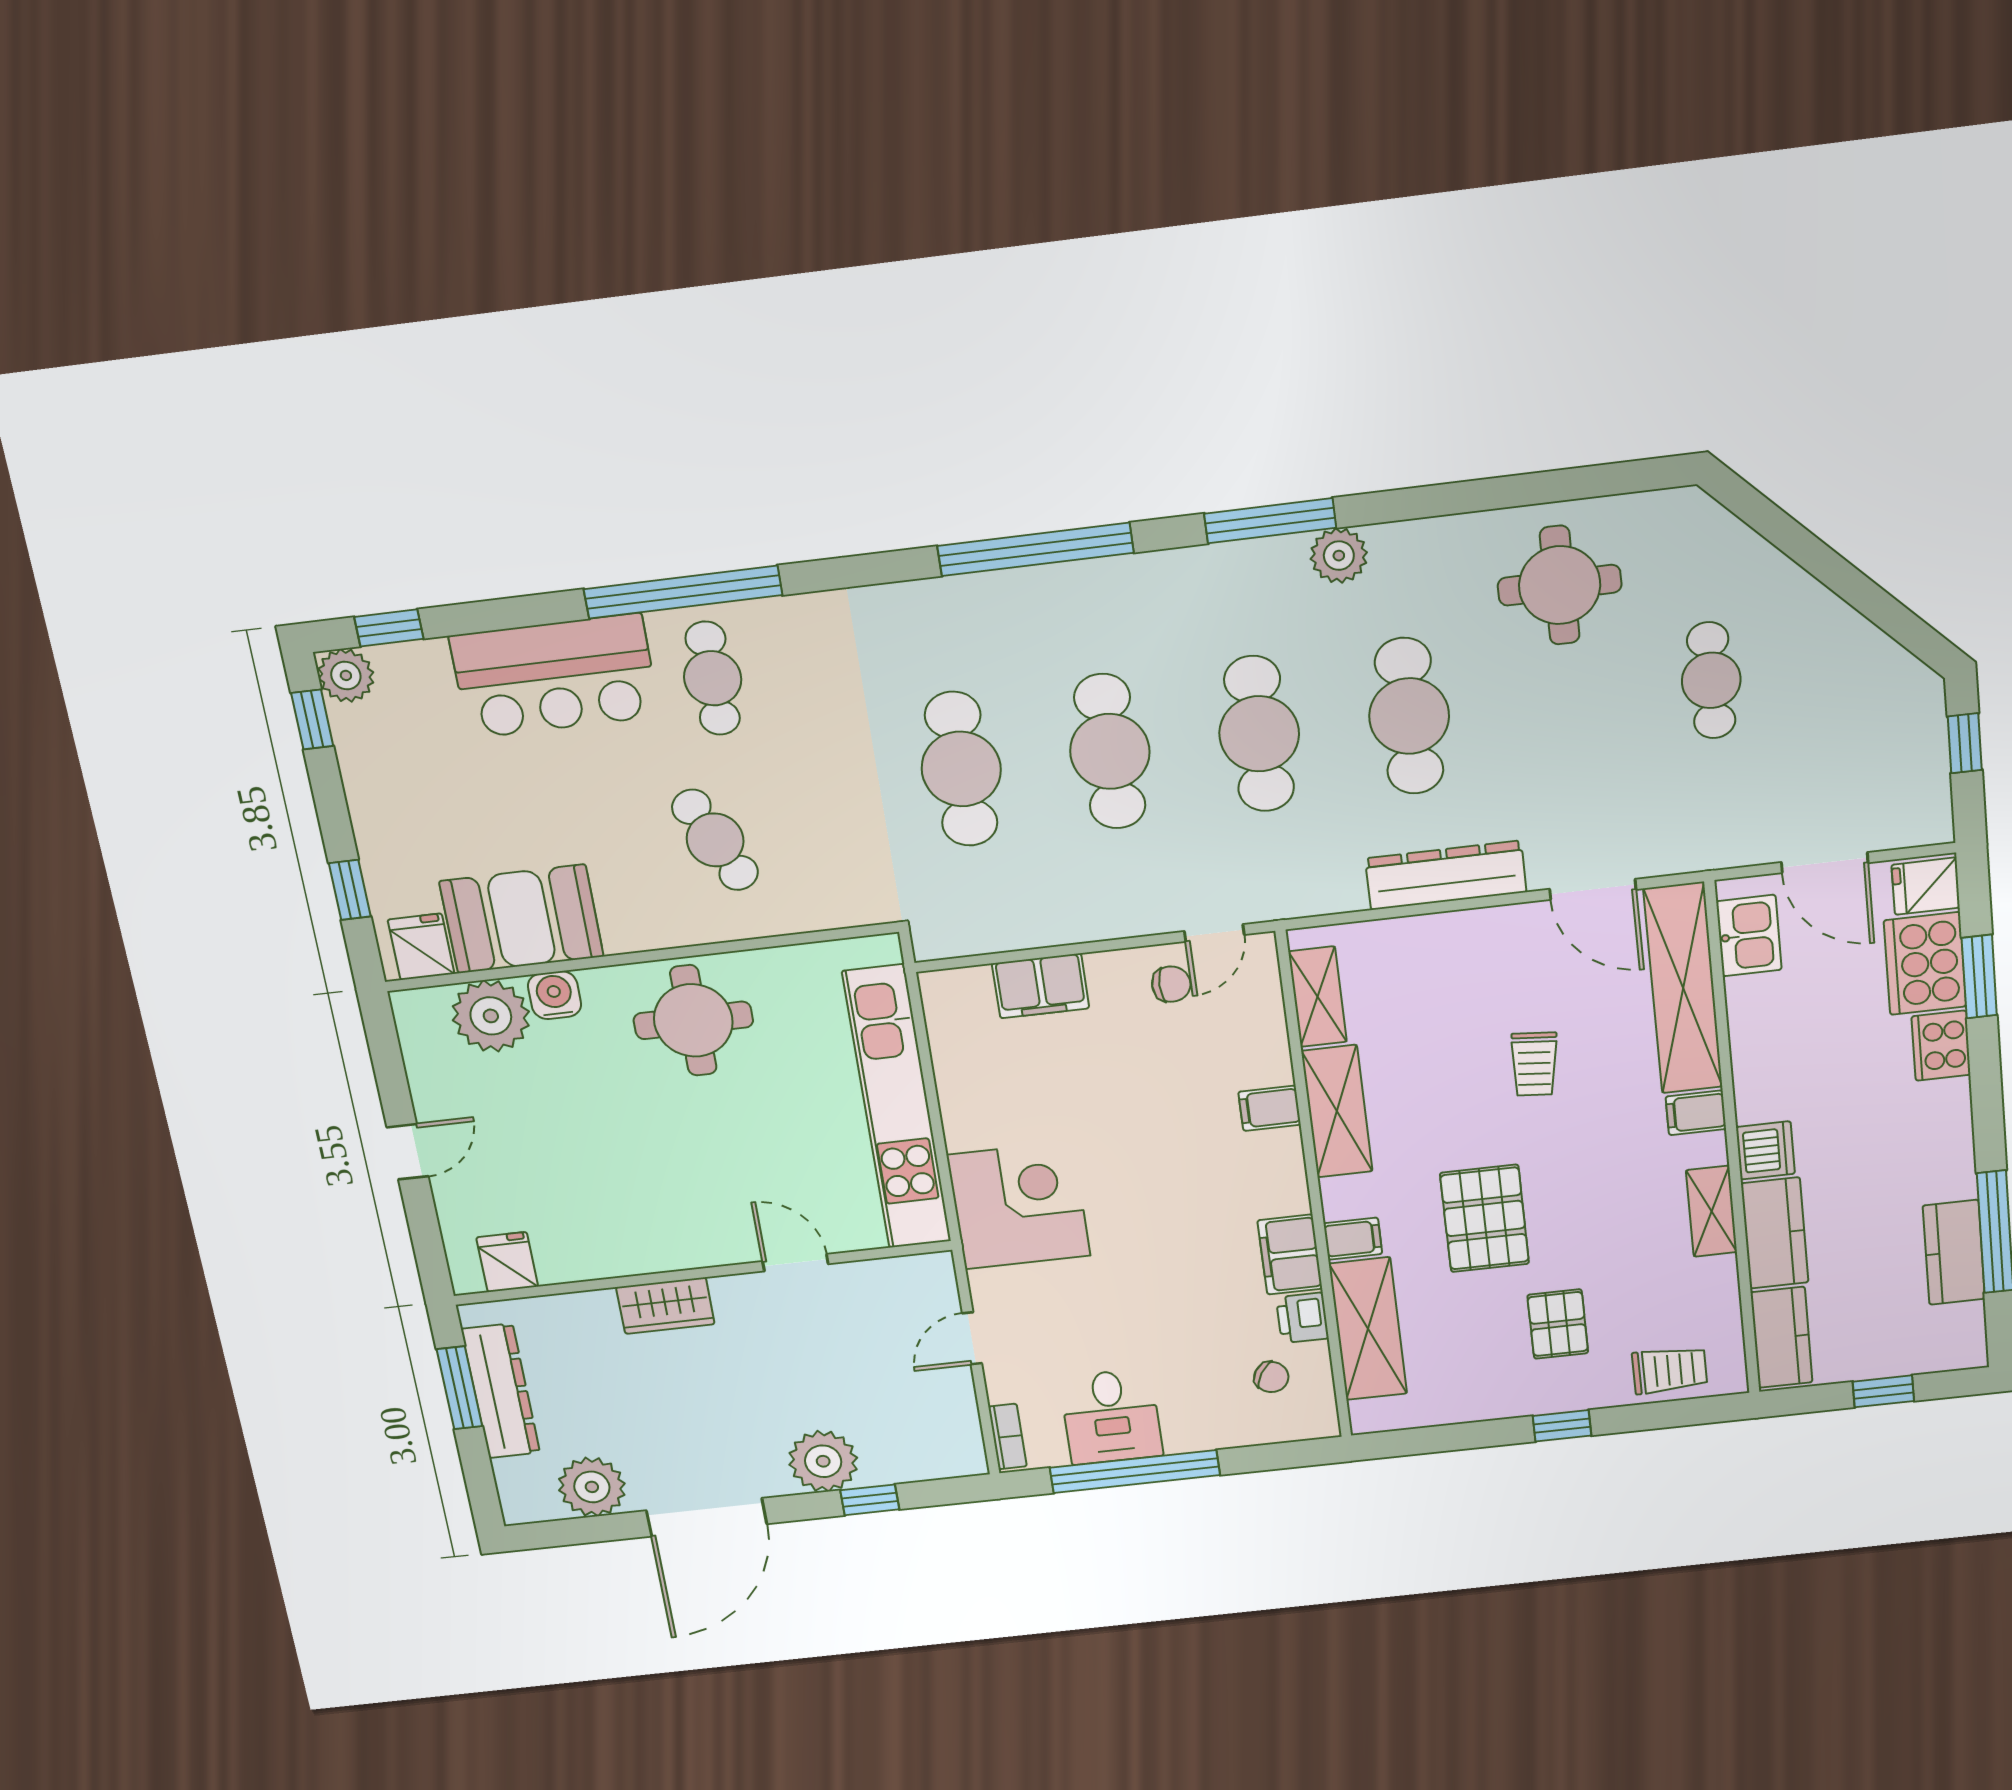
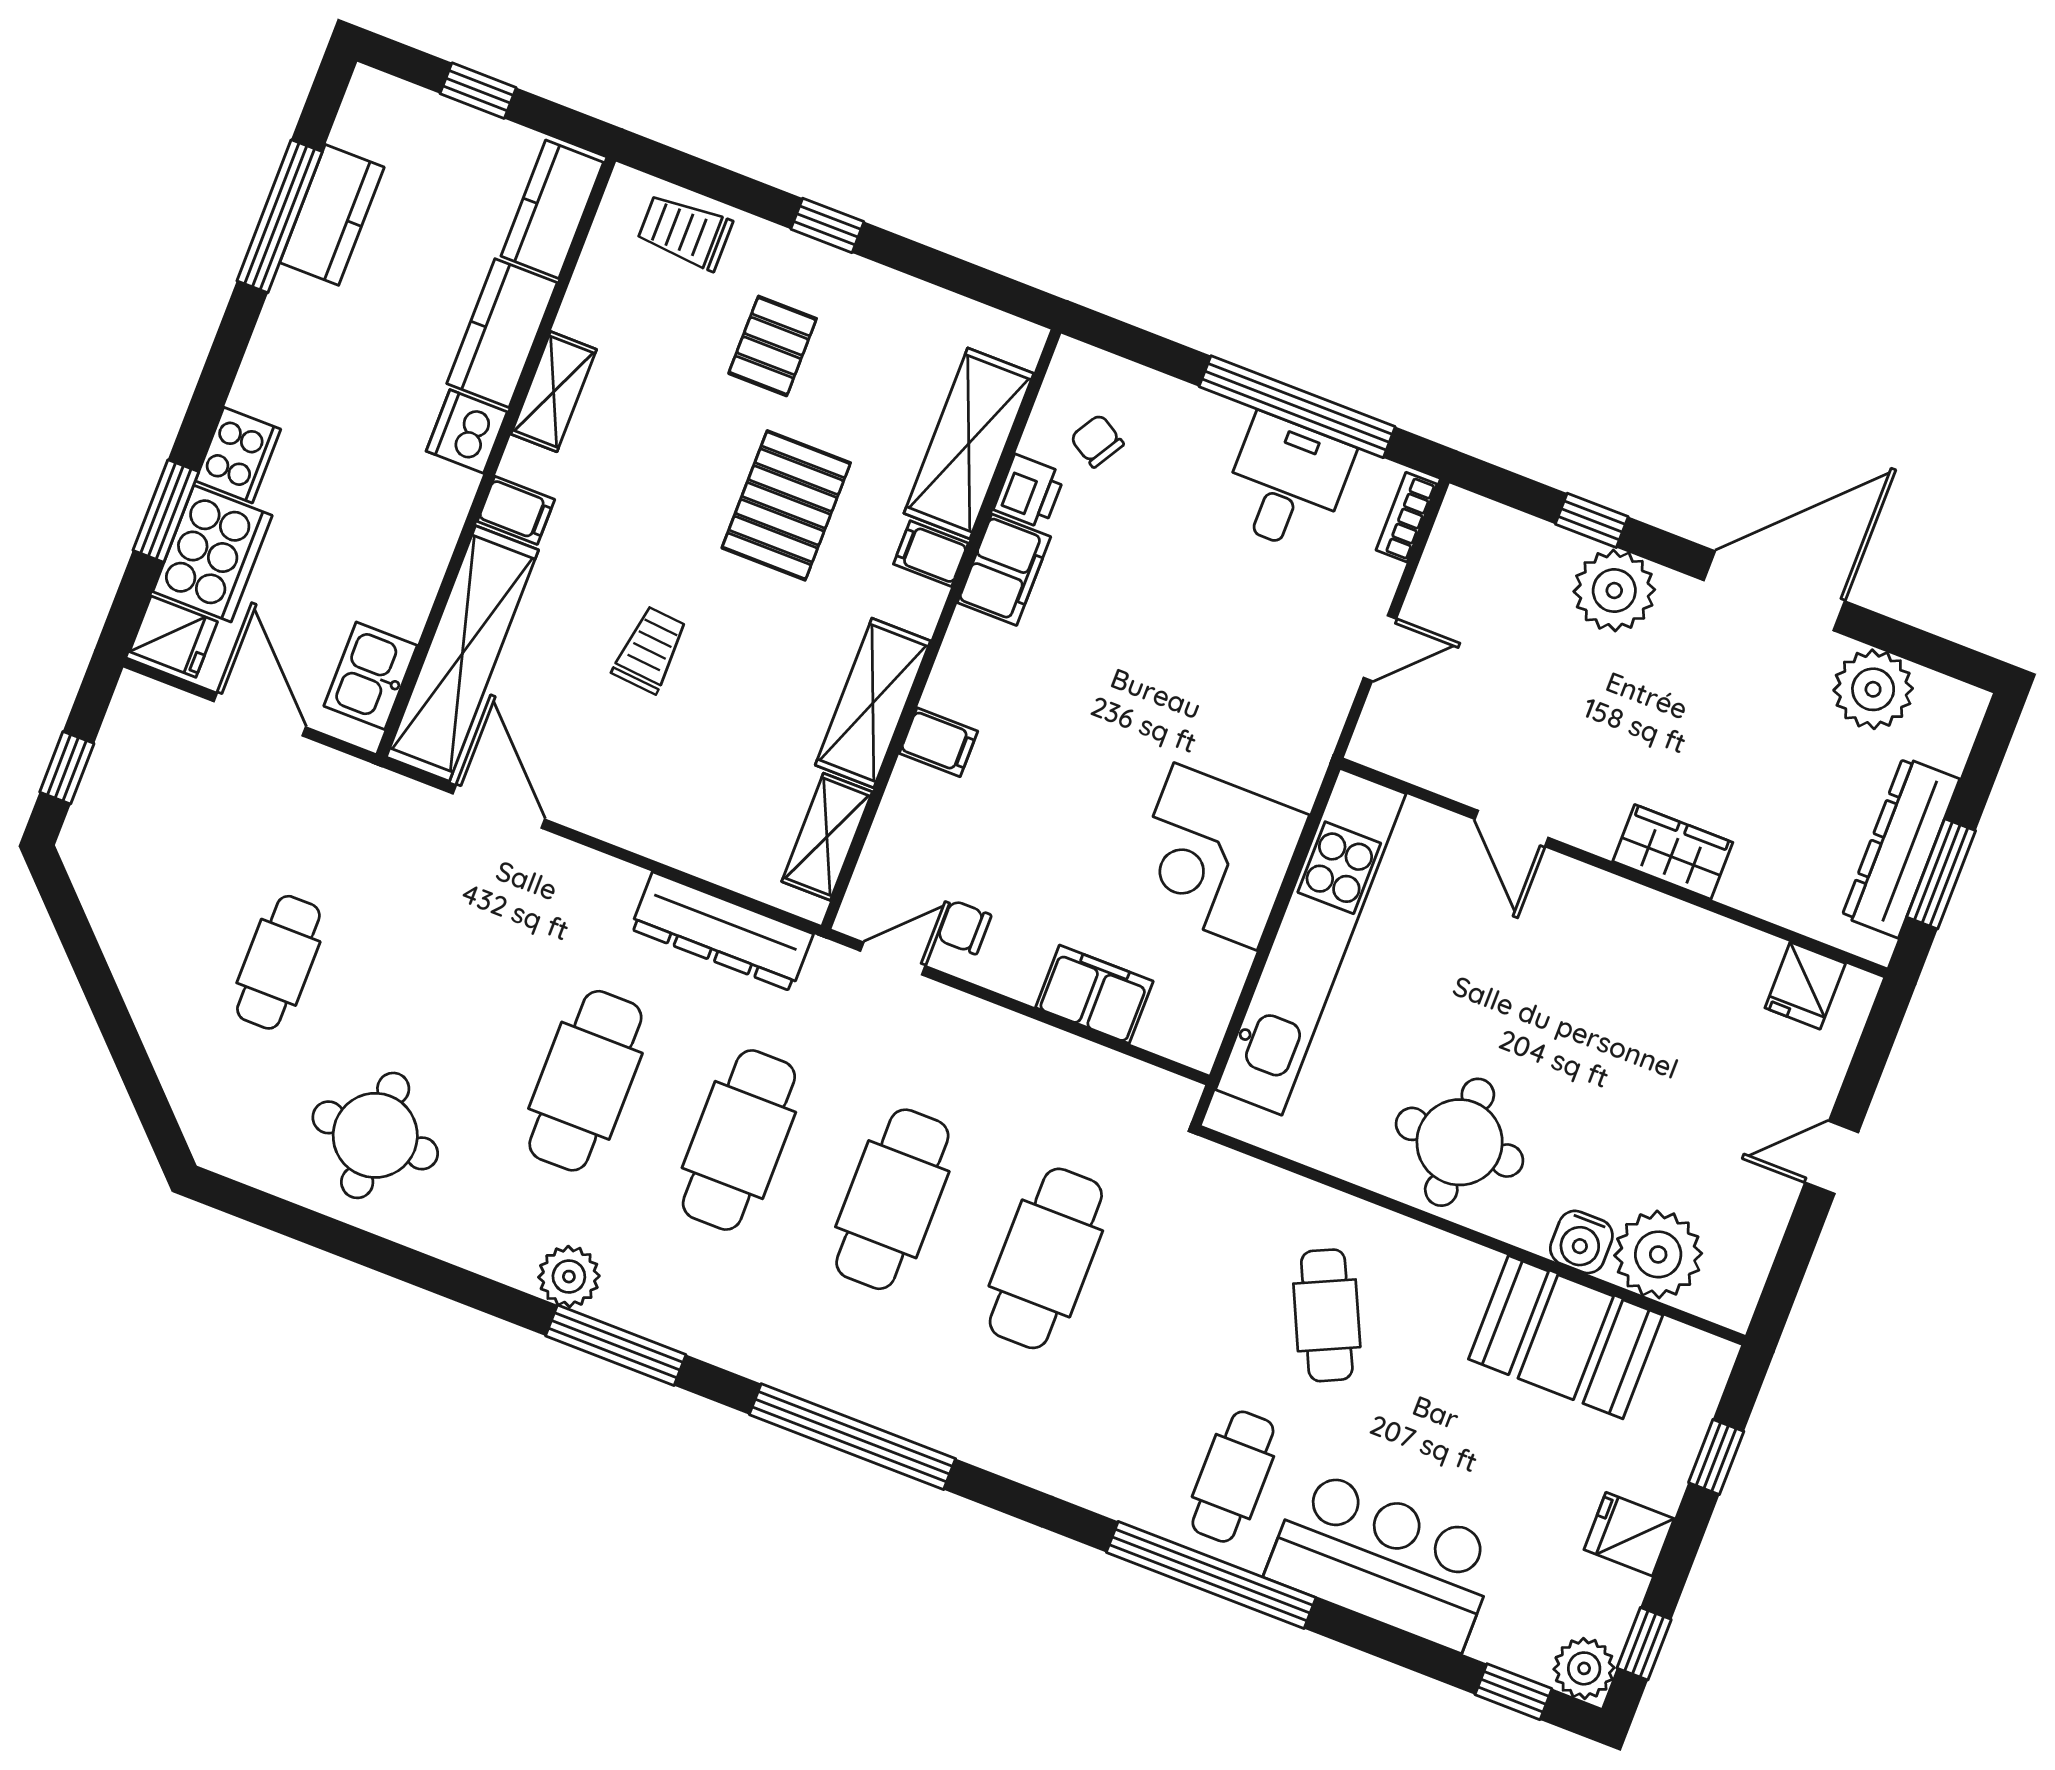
dresser: (1446, 875) -> (722, 932), moved
fridge: (421, 947) -> (1629, 1534), moved, turned 90
corner desk: (1019, 1205) -> (1216, 856), moved

